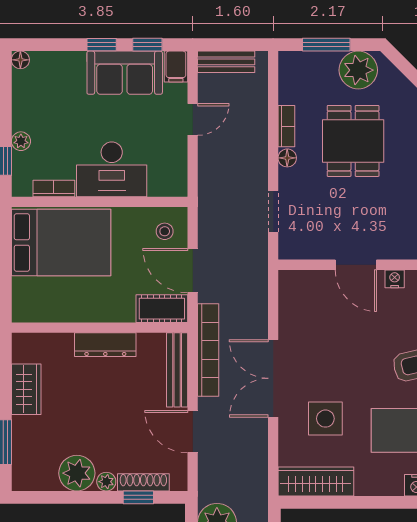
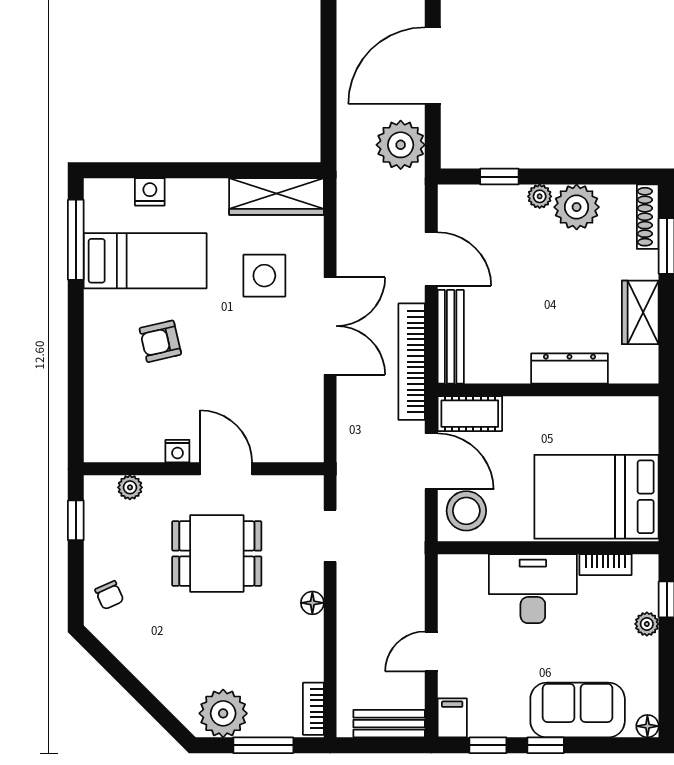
sofa: (125, 73) -> (578, 710), moved
bookcase: (286, 126) -> (313, 709), moved
dining table: (353, 141) -> (217, 554), moved, turned 90
stool: (165, 231) -> (466, 511), width x1.89, depth x1.89
dresser: (105, 345) -> (569, 368), moved
shoe rack: (143, 482) -> (648, 217), moved, turned 90

